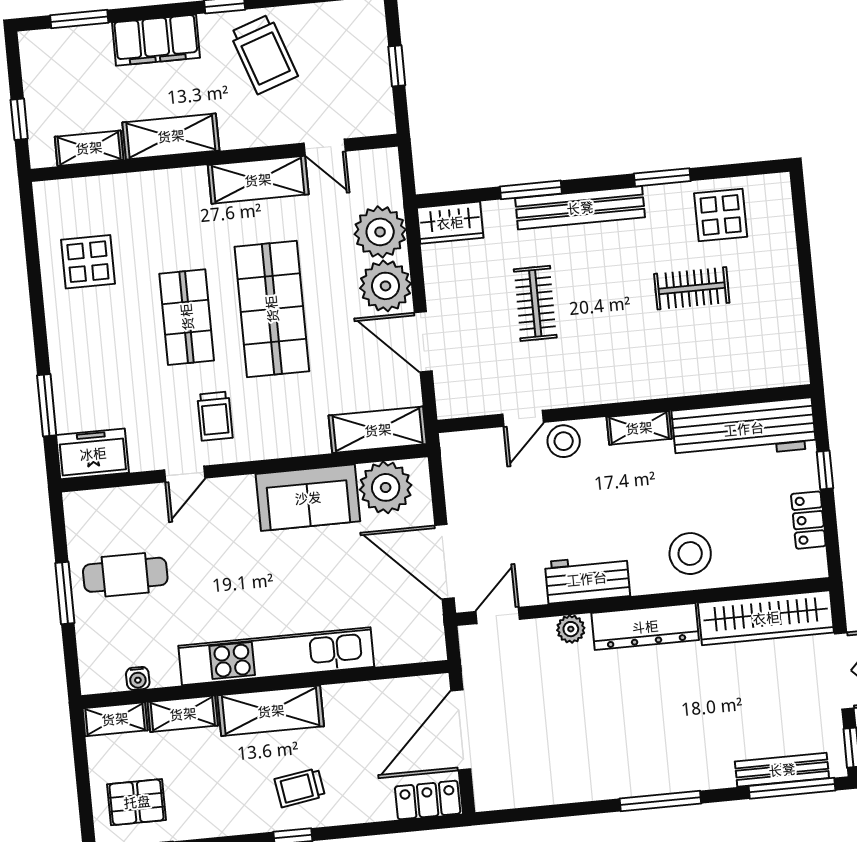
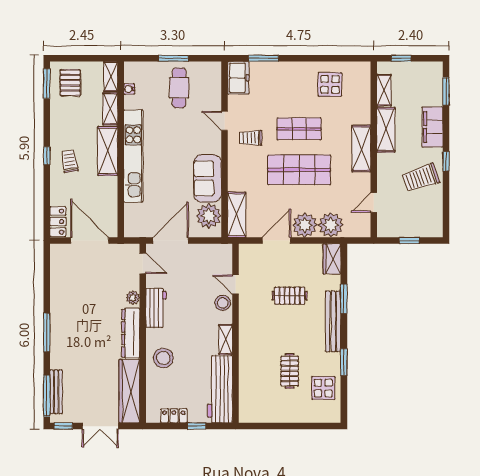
shelving: (258, 180) -> (361, 149), moved

